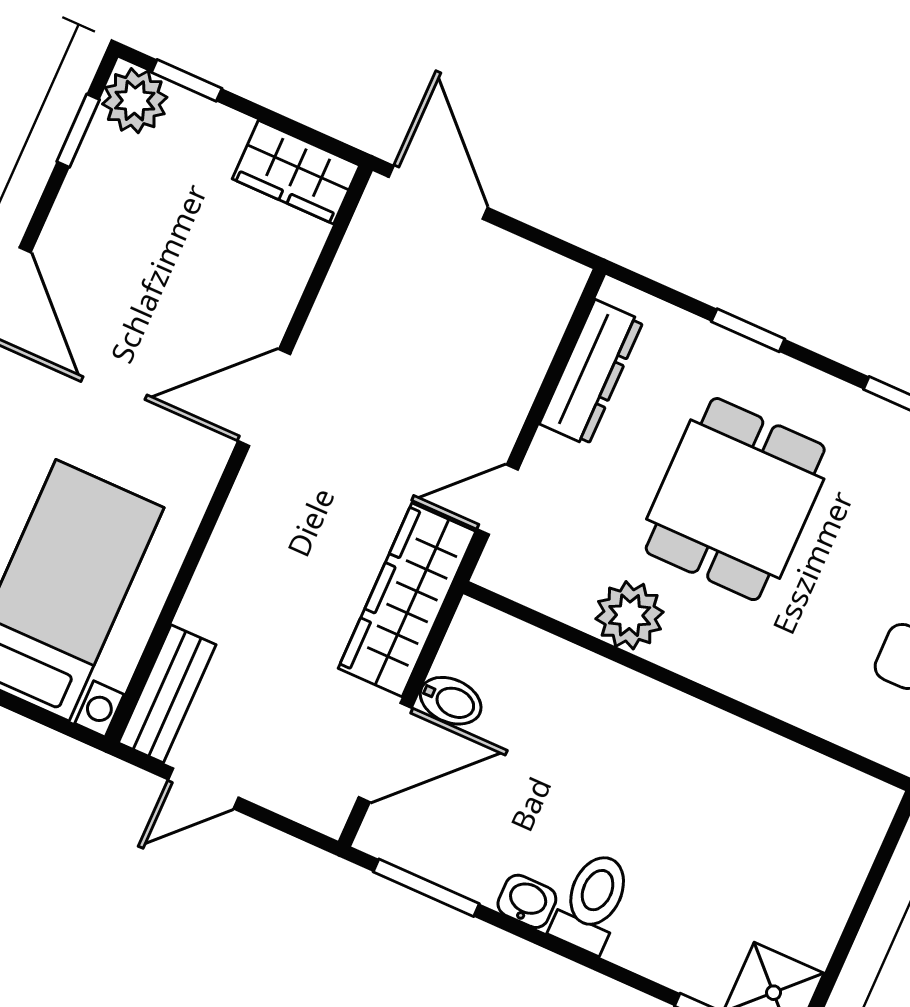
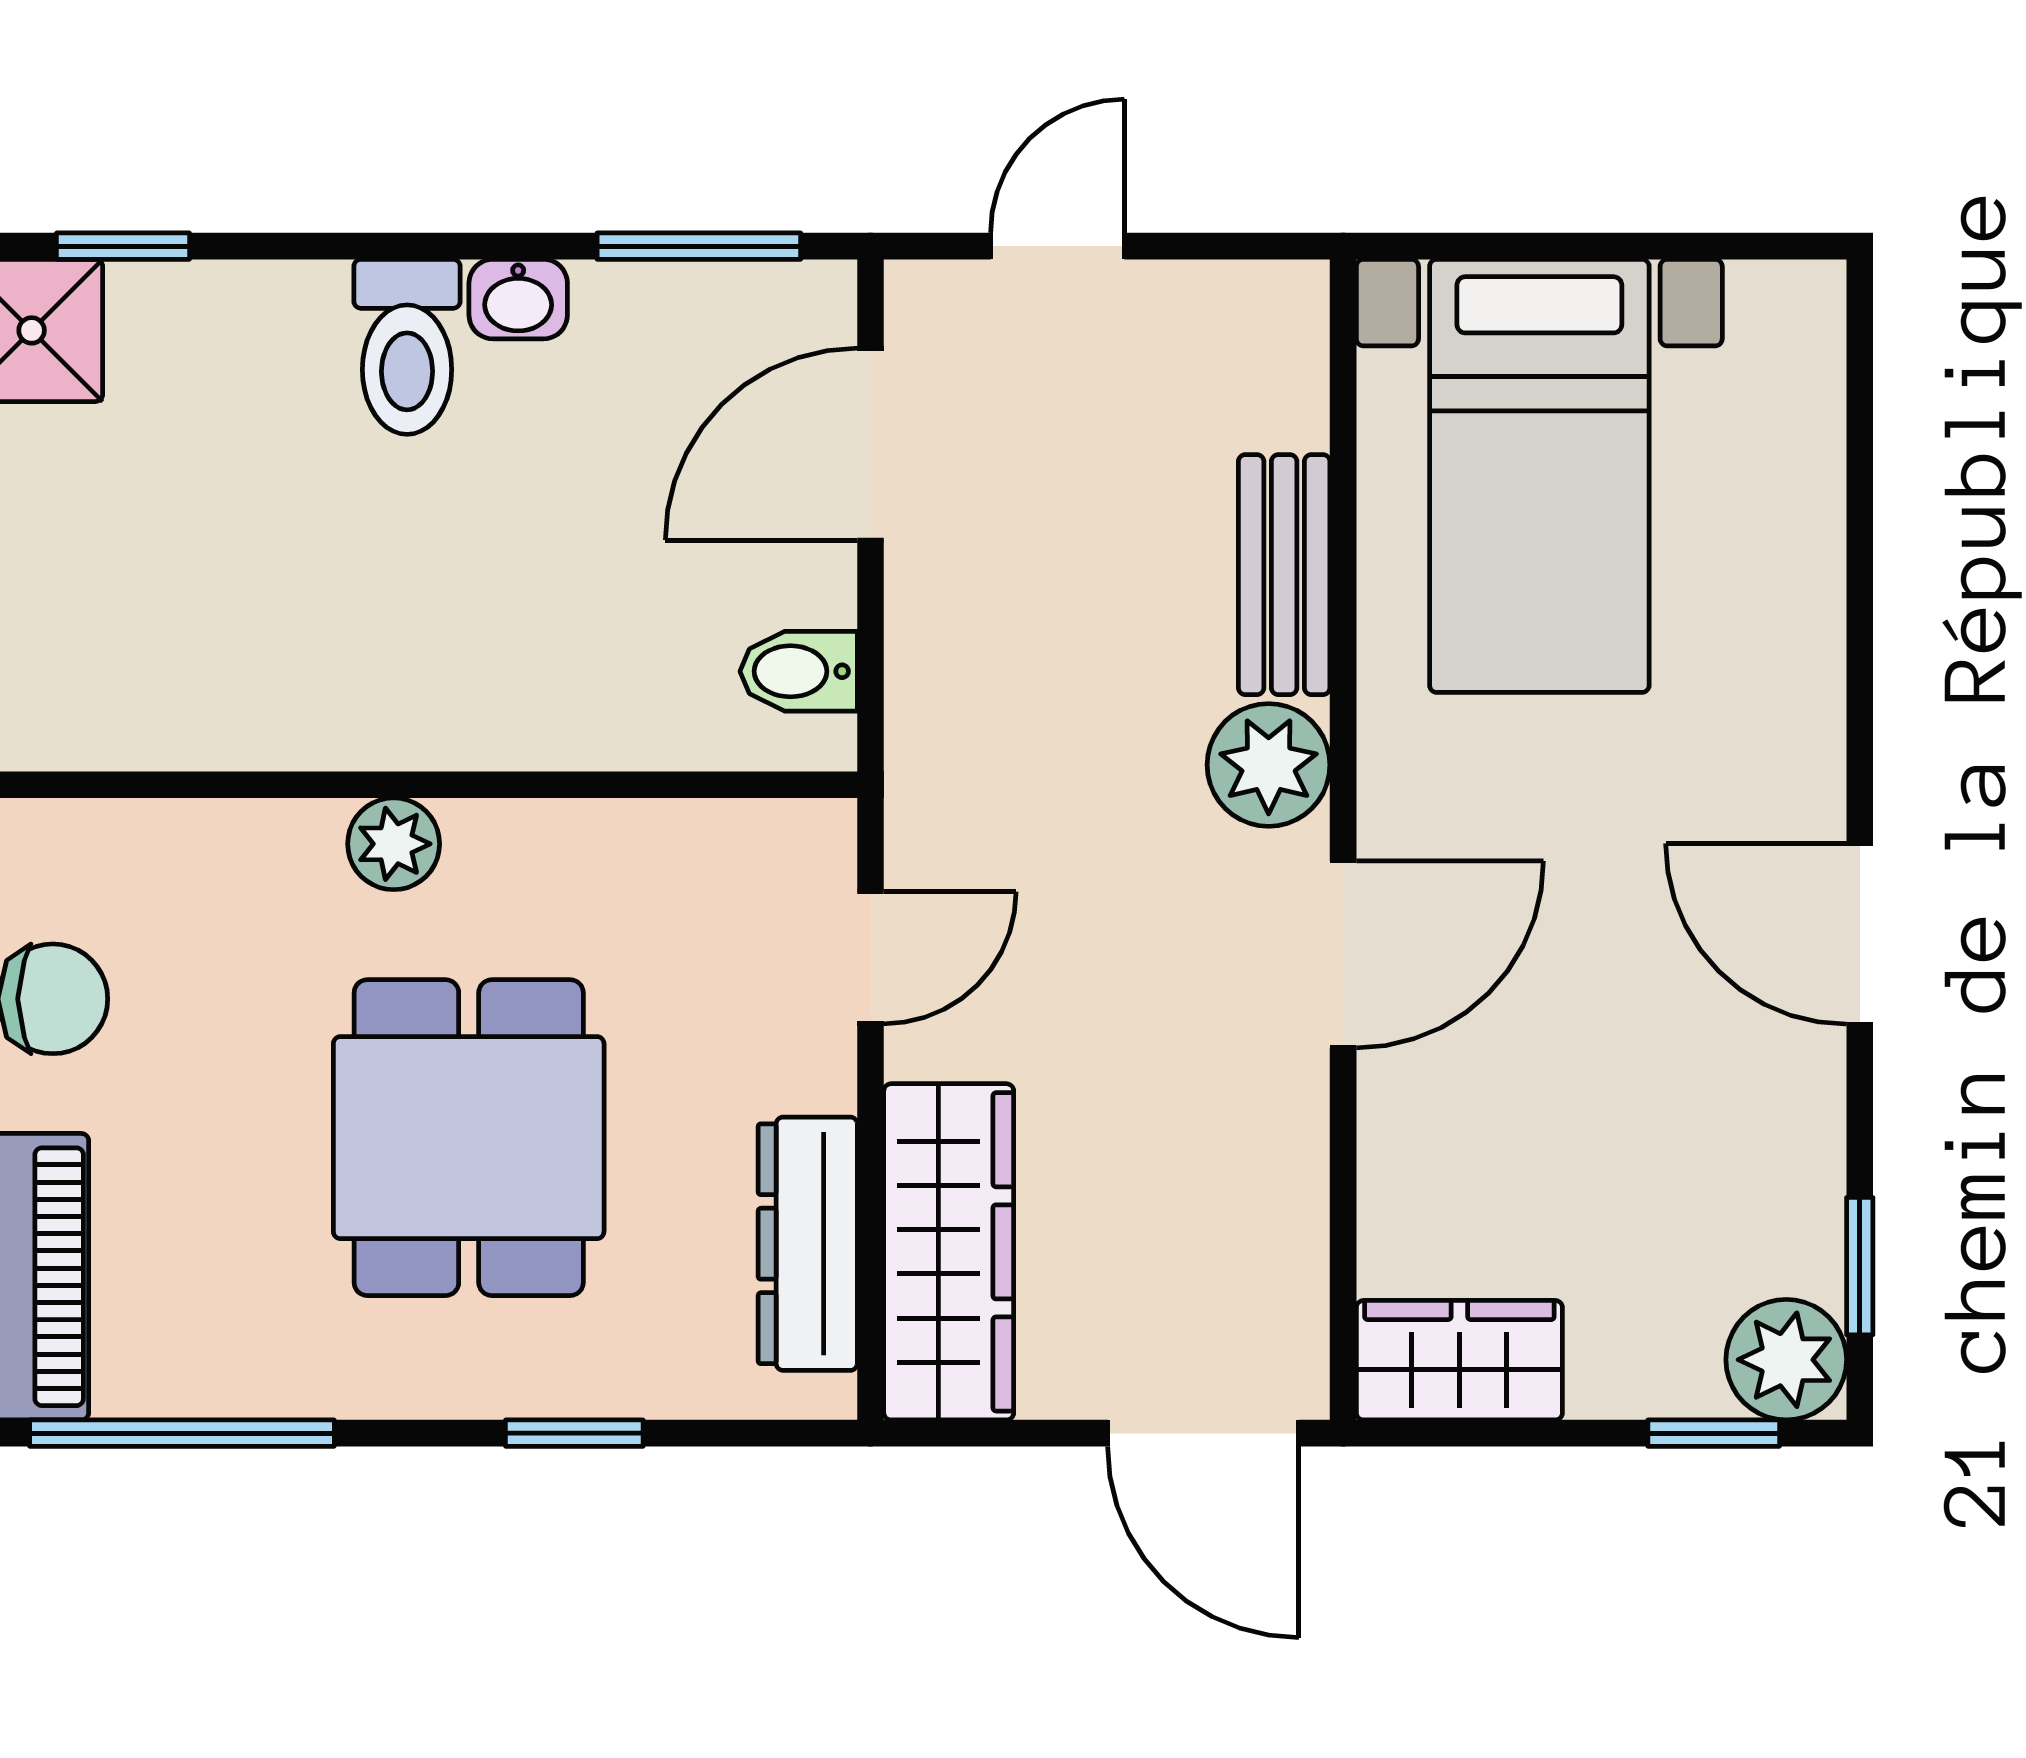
plant: (259, 507) -> (1269, 765), added
wardrobe: (407, 600) -> (949, 1252), moved
plant: (630, 615) -> (394, 844), moved, width x0.73, depth x0.73
bench: (167, 694) -> (1284, 575), moved
bidet: (451, 701) -> (799, 671), moved
door: (203, 789) -> (1057, 246), moved

